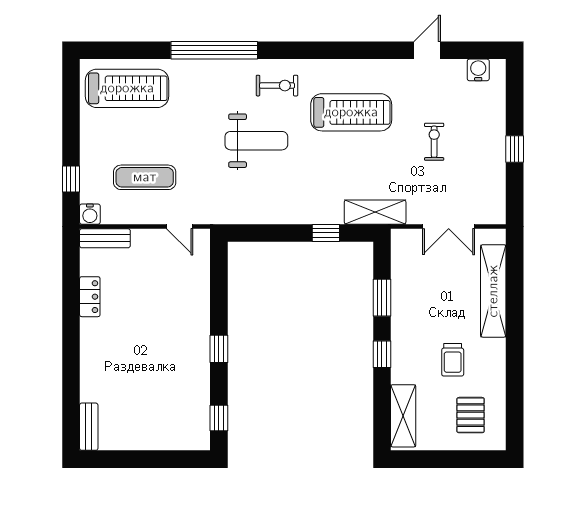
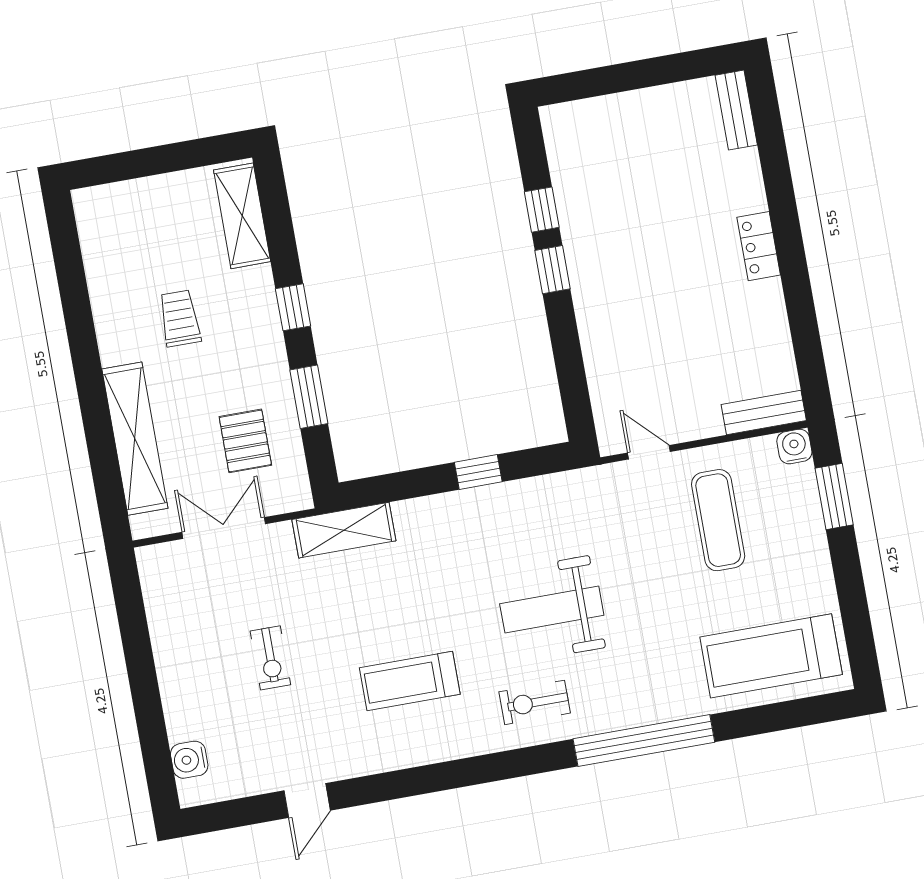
water cooler: (478, 70) -> (189, 760), moved, turned 90
treadmill: (351, 112) -> (410, 681), width x0.73, depth x0.73
window: (515, 149) -> (141, 669), removed
exercise mat: (145, 177) -> (718, 520), turned 90
window: (71, 179) -> (834, 497), width x1.50
window: (326, 233) -> (478, 472), moved
locker: (90, 297) -> (759, 246), moved
pallet: (471, 415) -> (245, 441), moved
window: (219, 418) -> (542, 210), moved

